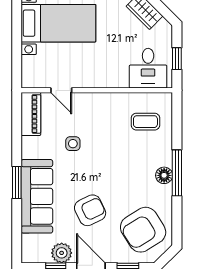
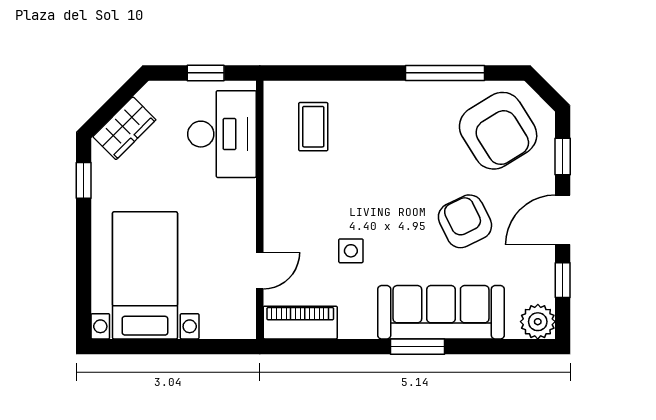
desk: (148, 68) -> (222, 134), width x1.37
window: (177, 173) -> (445, 73), moved
floor lamp: (164, 175) -> (405, 95), removed
plant: (62, 253) -> (538, 322), moved

